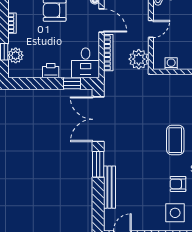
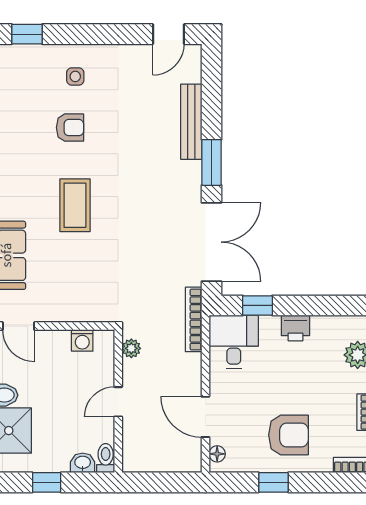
bookcase: (108, 53) -> (194, 319), moved
plant: (139, 59) -> (131, 348), width x0.53, depth x0.53
side table: (175, 213) -> (75, 76), width x0.54, depth x0.54

